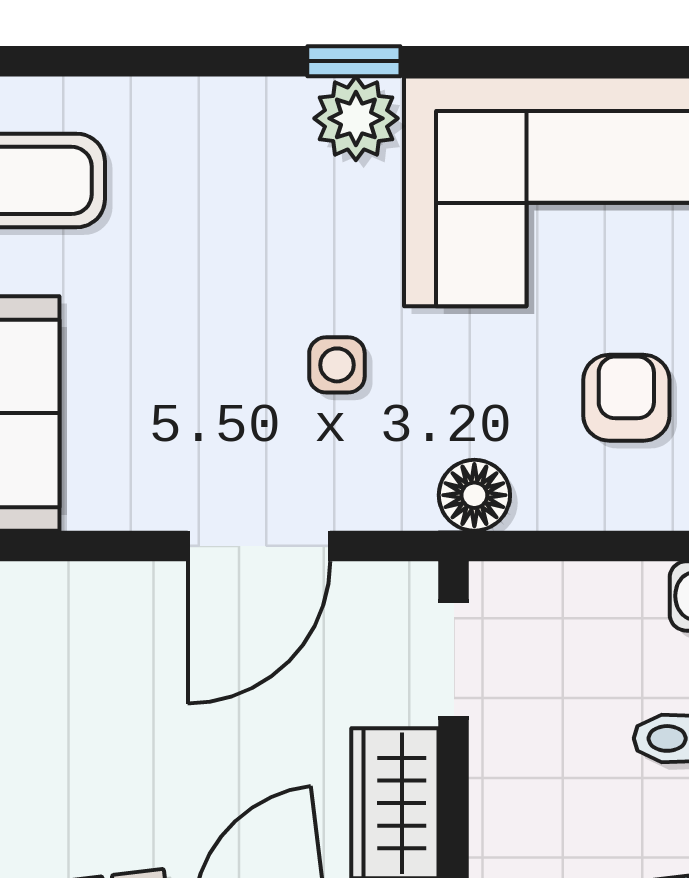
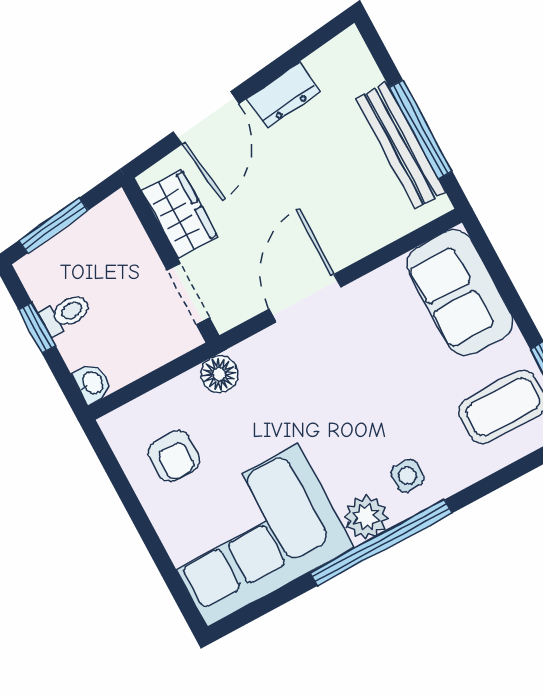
window: (354, 61) -> (381, 543), width x3.17
side table: (337, 365) -> (407, 476), moved

